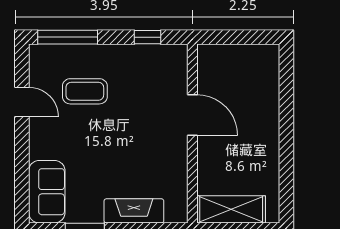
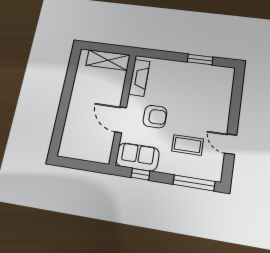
armchair: (140, 128) -> (155, 117), added
sofa: (47, 192) -> (137, 157), moved, turned 90
fireplace: (134, 211) -> (139, 78), moved, turned -90

